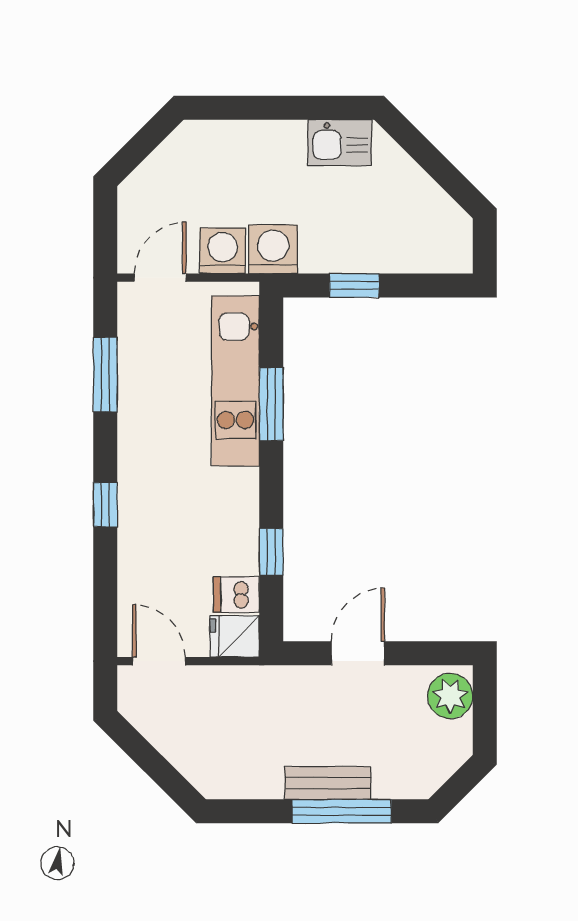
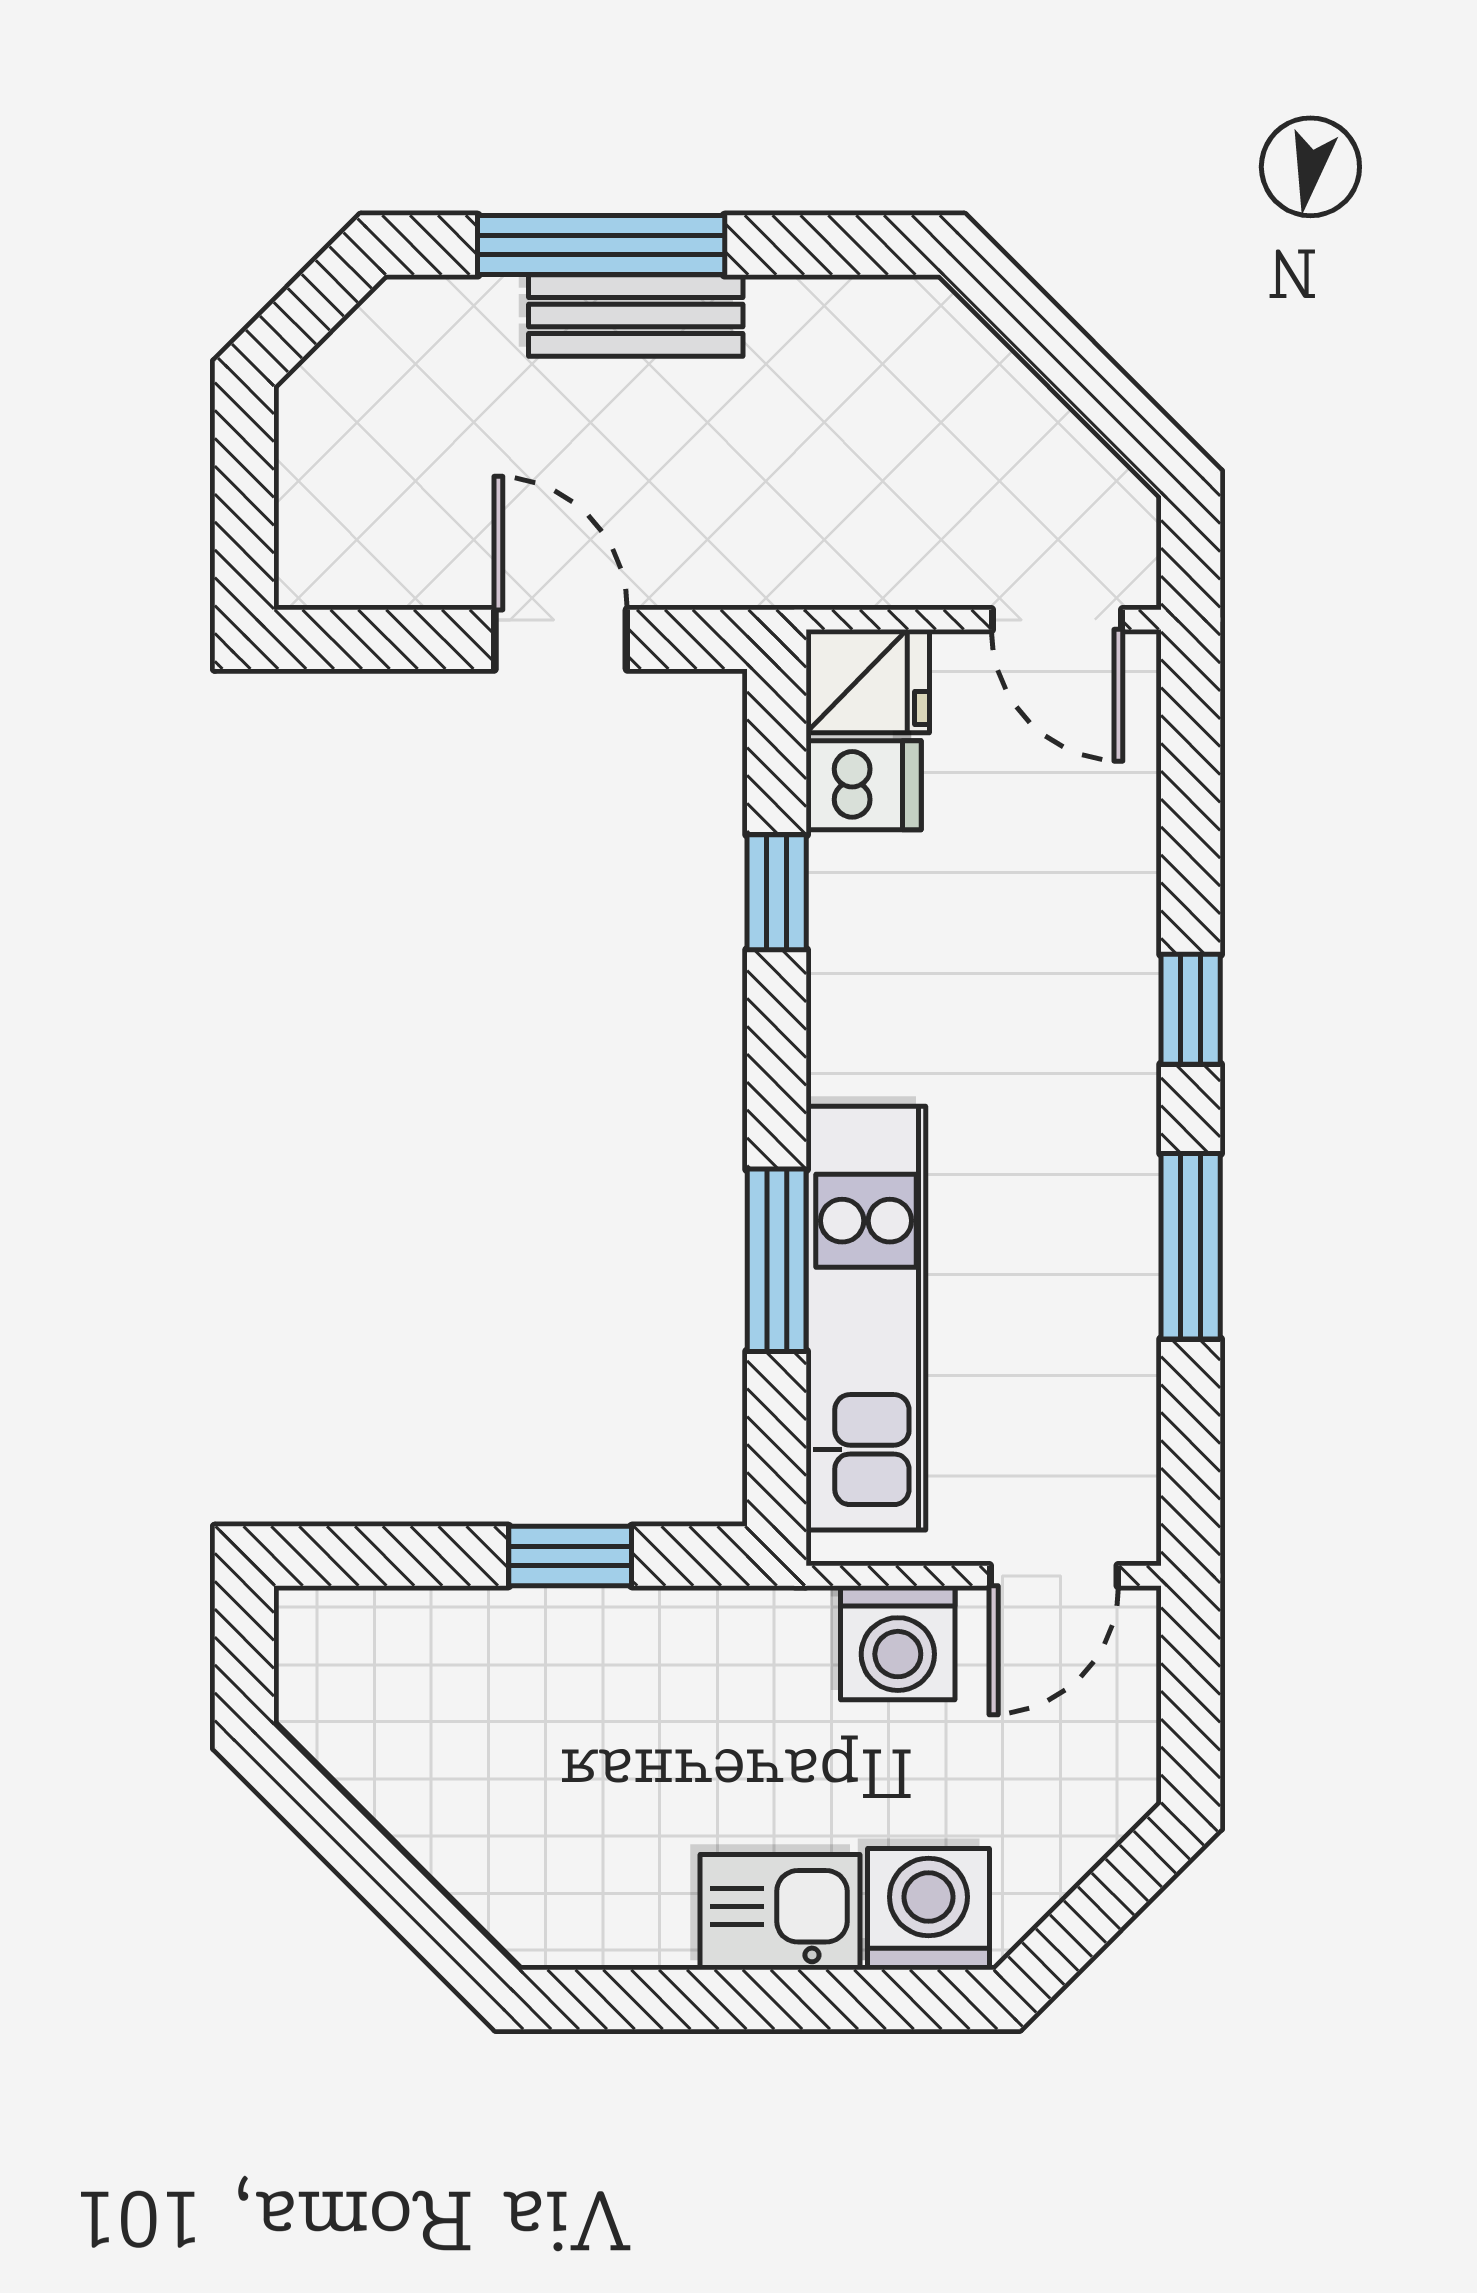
kitchen sink: (340, 143) -> (780, 1912), moved
washing machine: (273, 249) -> (928, 1909), moved, turned 180
window: (105, 374) -> (1191, 1246), moved
door: (358, 653) -> (561, 639), swing flipped
plant: (450, 696) -> (330, 533), removed

